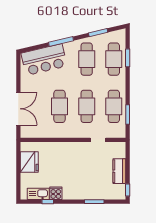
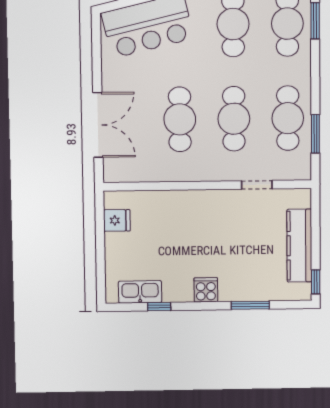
fridge: (29, 162) -> (117, 220), width x0.53, depth x0.75
kitchen counter: (119, 171) -> (299, 246), width x1.50
cooker: (56, 193) -> (206, 290), moved

